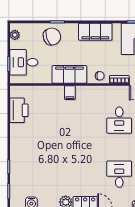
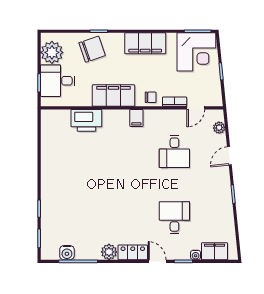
plant: (15, 35) -> (52, 52), width x1.88, depth x1.88
filing cabinet: (70, 93) -> (136, 118), moved
printer: (19, 110) -> (86, 120), moved, turned 90

